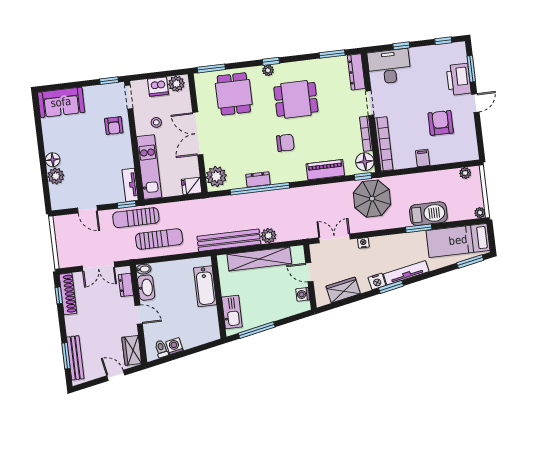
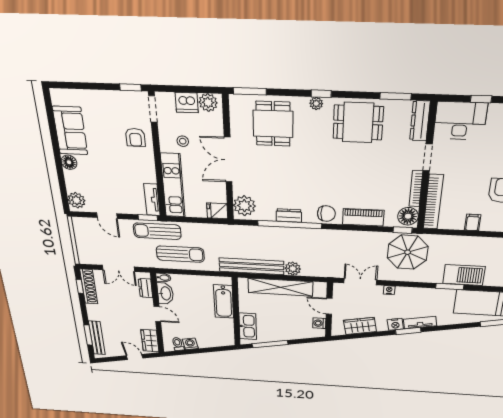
dining table: (296, 99) -> (358, 123), moved
sofa: (61, 102) -> (70, 131), moved, turned -90
chair: (285, 143) -> (326, 214), moved
plant: (56, 176) -> (76, 200), moved
tv unit: (406, 273) -> (420, 323), width x0.71

